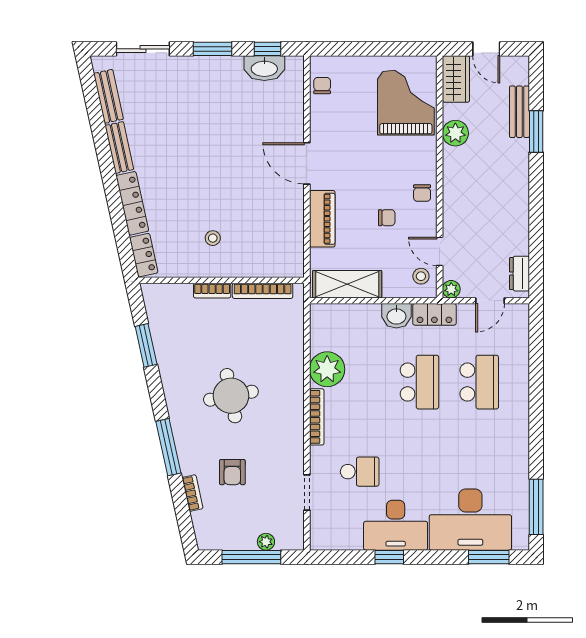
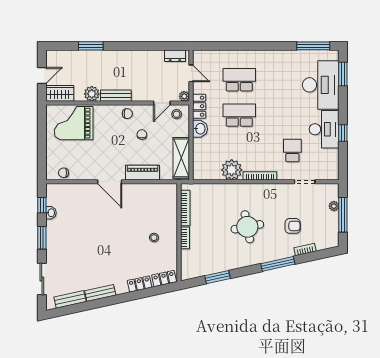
washbasin: (264, 68) -> (51, 213), width x0.52, depth x0.69
bench: (519, 112) -> (116, 96), moved
door: (307, 163) -> (110, 182), hinge flipped
locker: (132, 203) -> (140, 284), width x0.66

